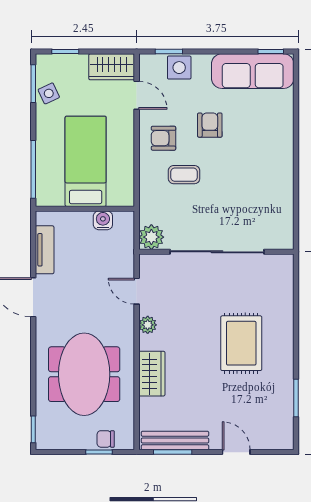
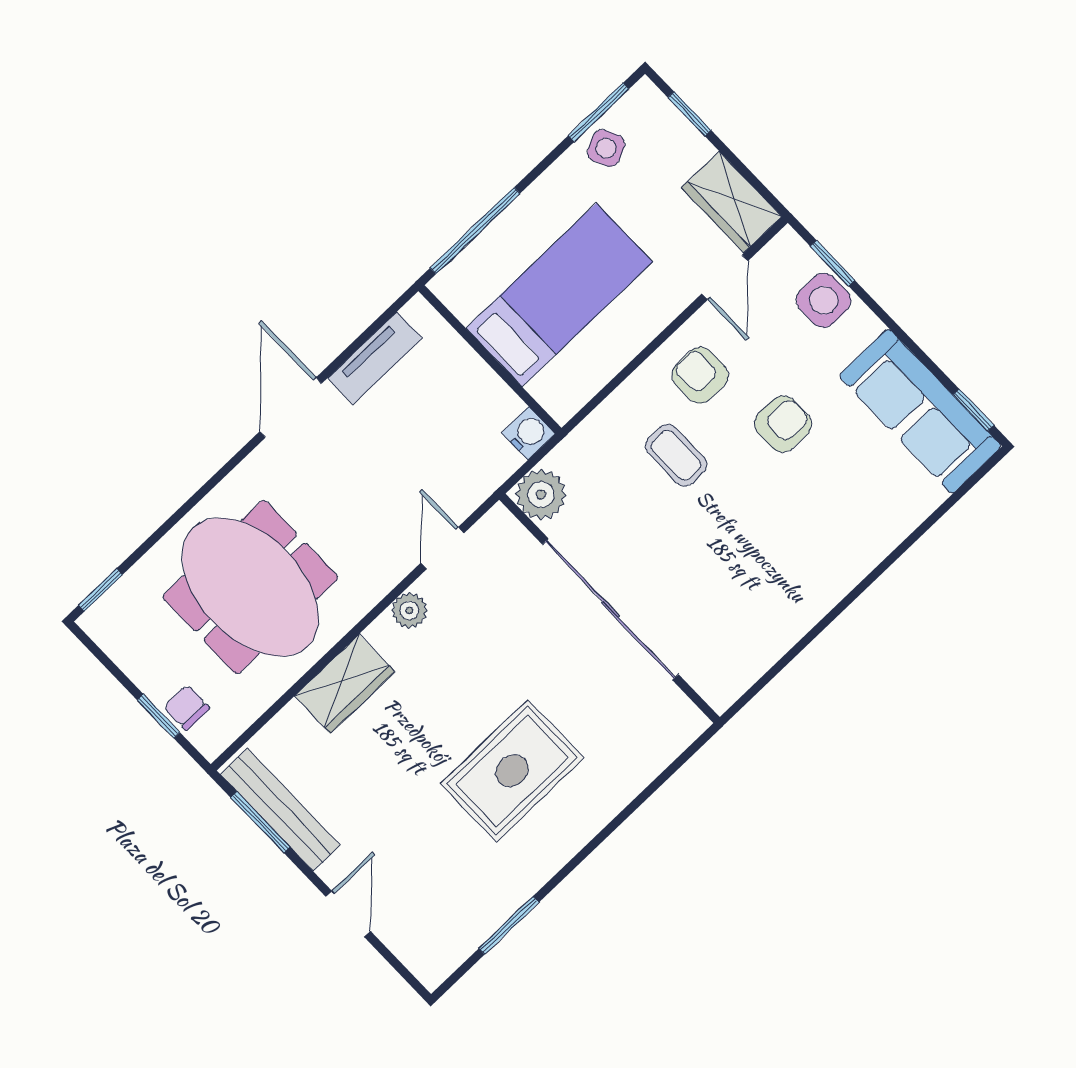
water cooler: (103, 220) -> (528, 433), moved
meeting table: (84, 374) -> (250, 587), turned 90

